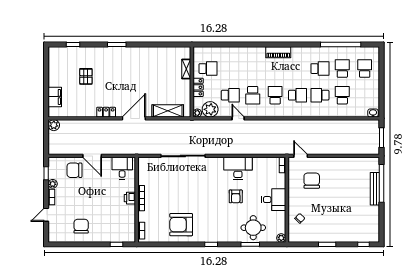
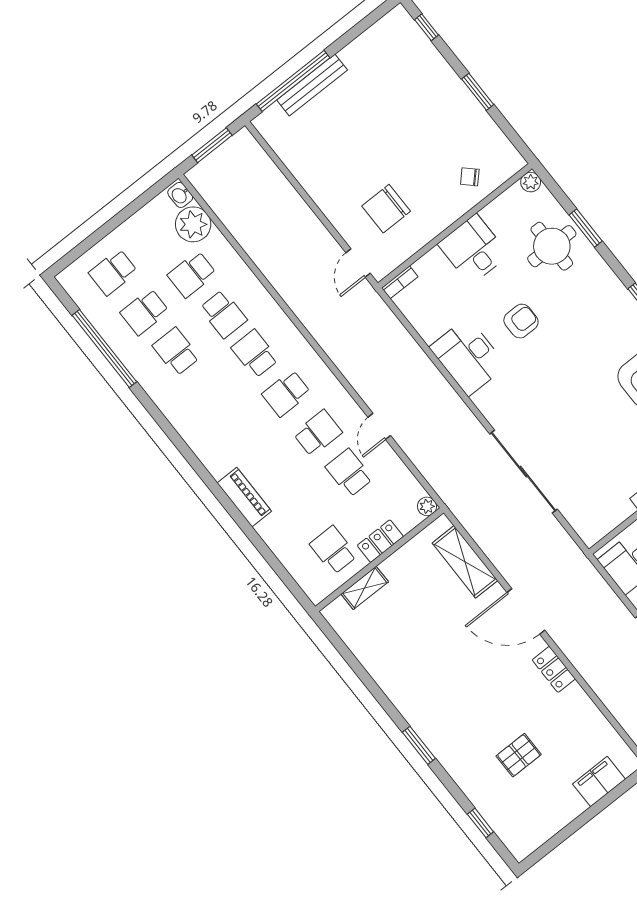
piano: (278, 52) -> (244, 497), moved
plant: (210, 109) -> (193, 224), moved

